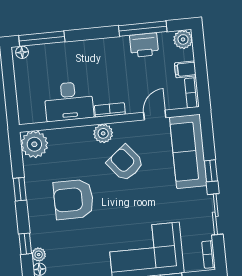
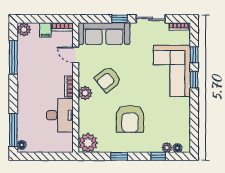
printer: (144, 45) -> (25, 58), removed

